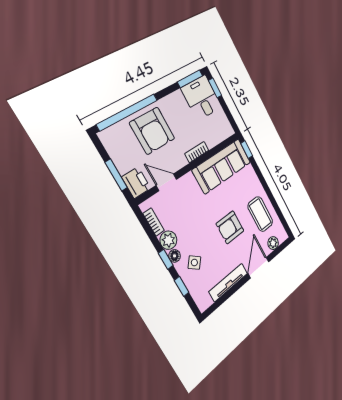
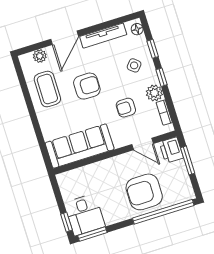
armchair: (152, 131) -> (144, 192), turned -90
window: (247, 150) -> (46, 156), removed
bookcase: (197, 152) -> (104, 165), removed
armchair: (191, 216) -> (126, 108), added
floor lamp: (175, 256) -> (137, 29), moved

